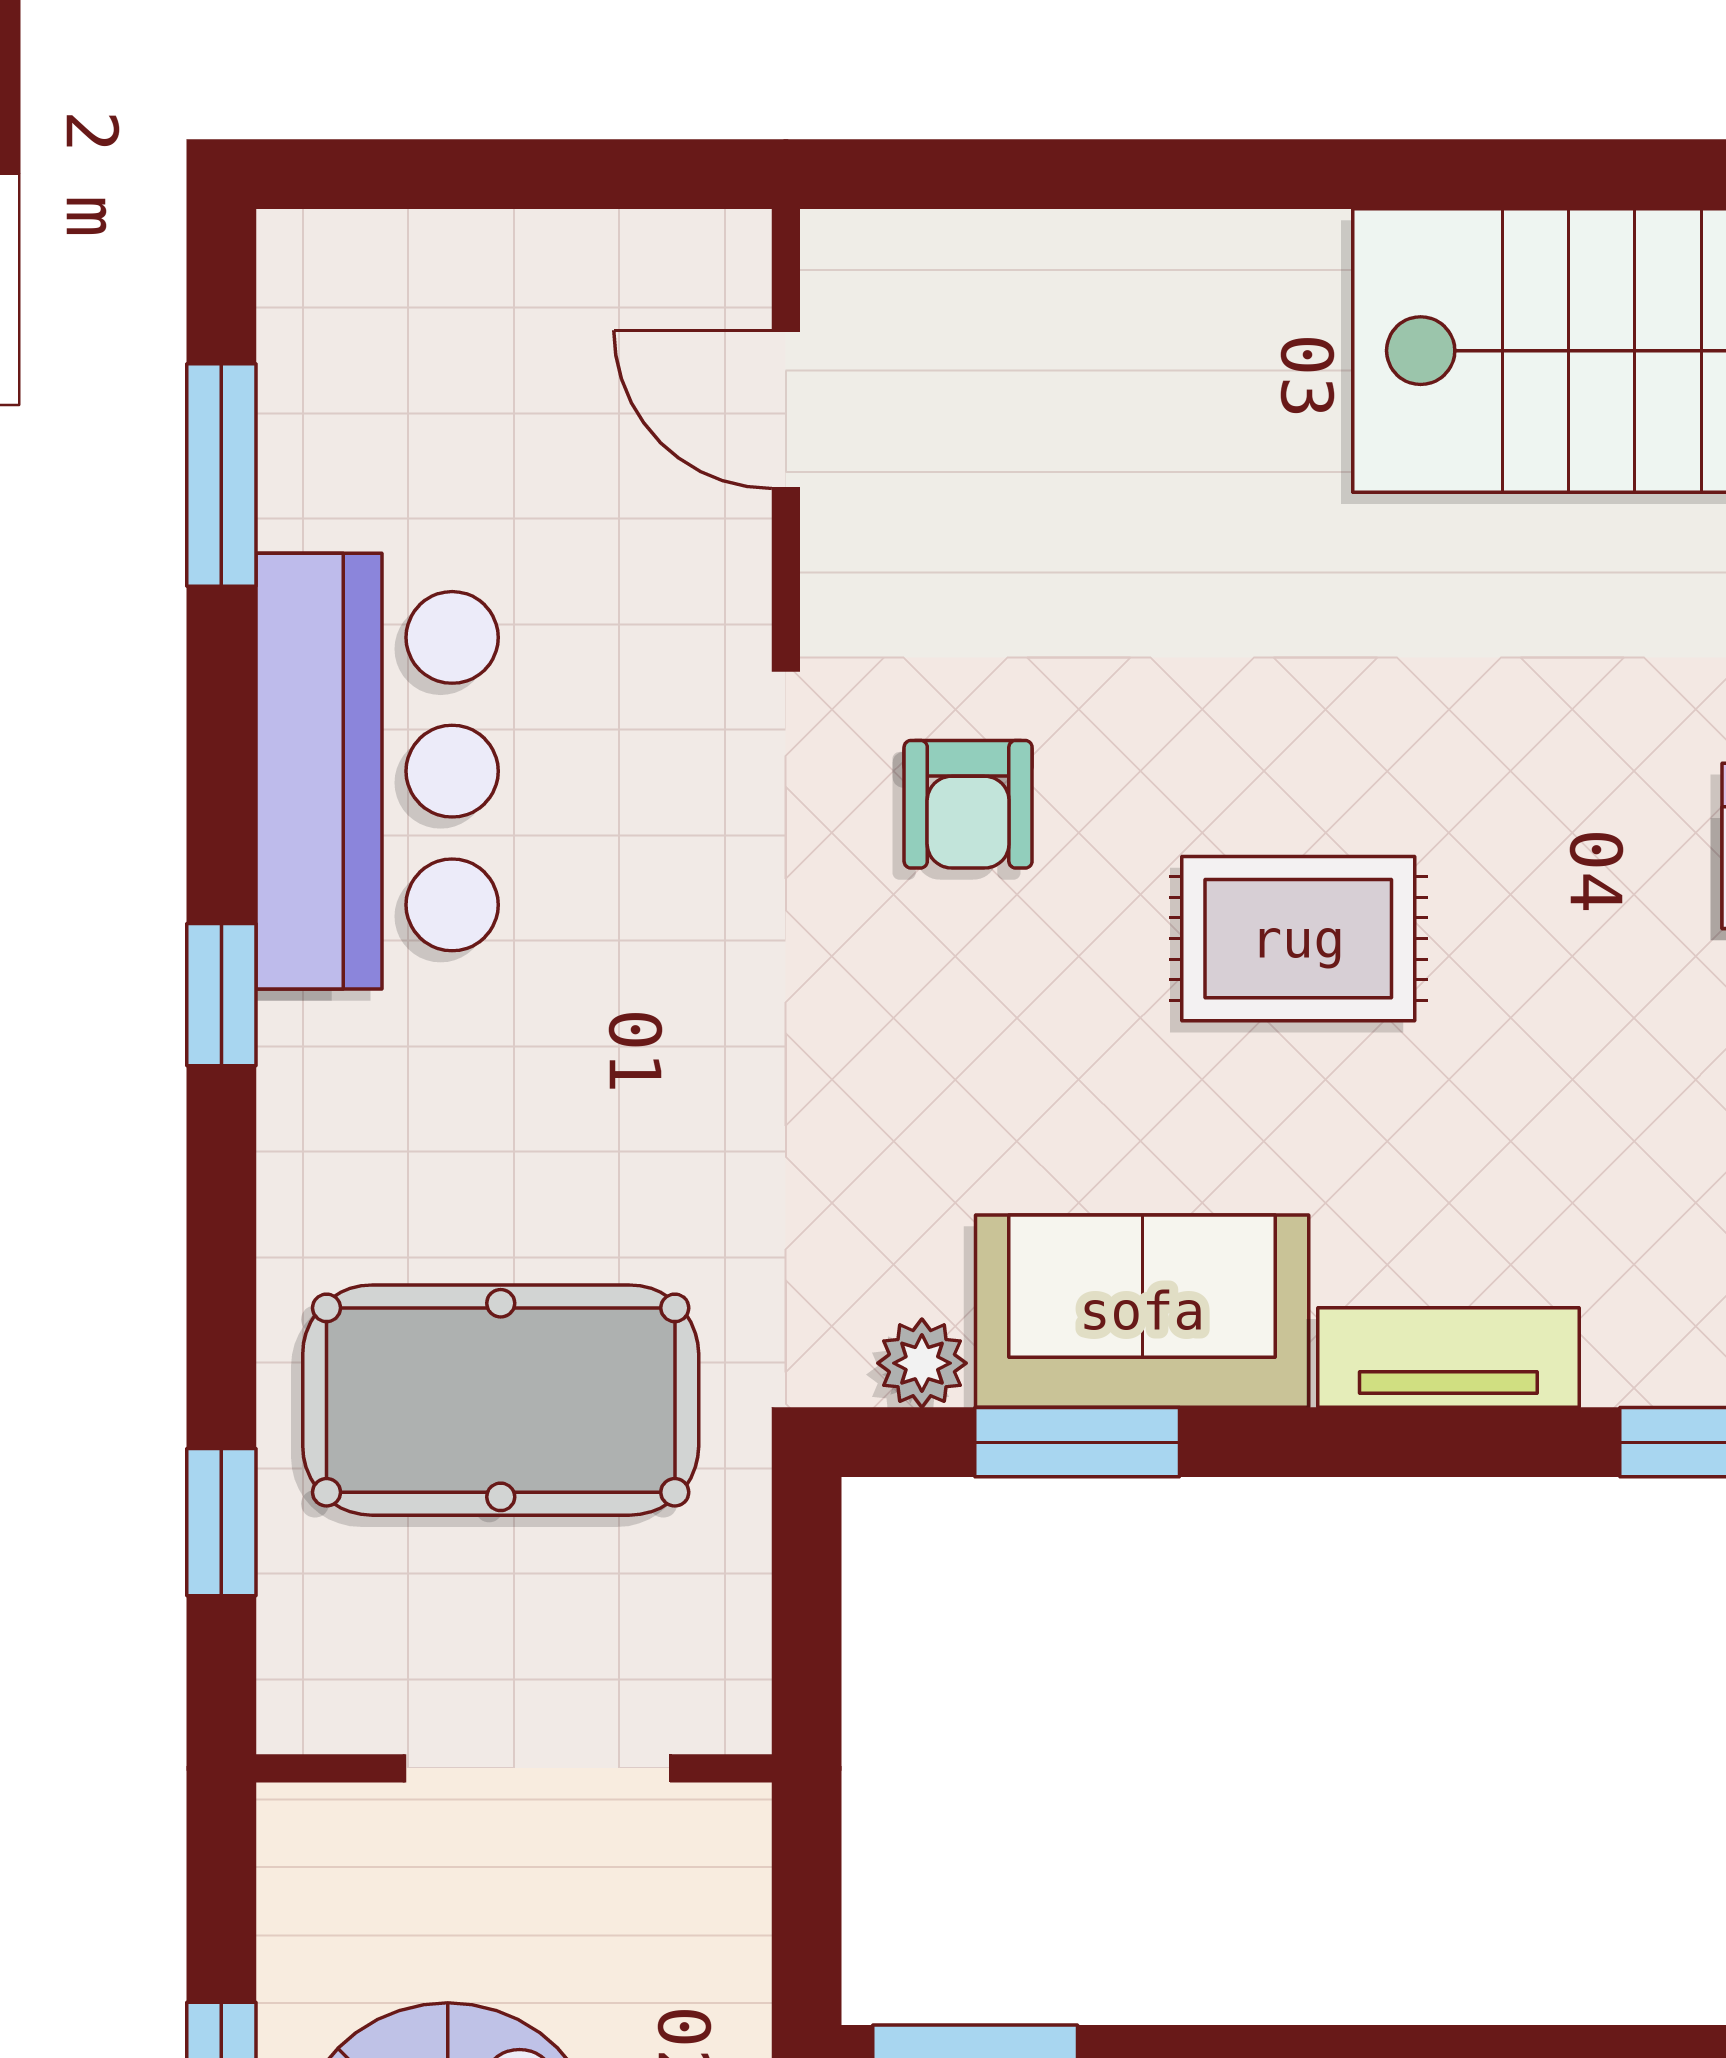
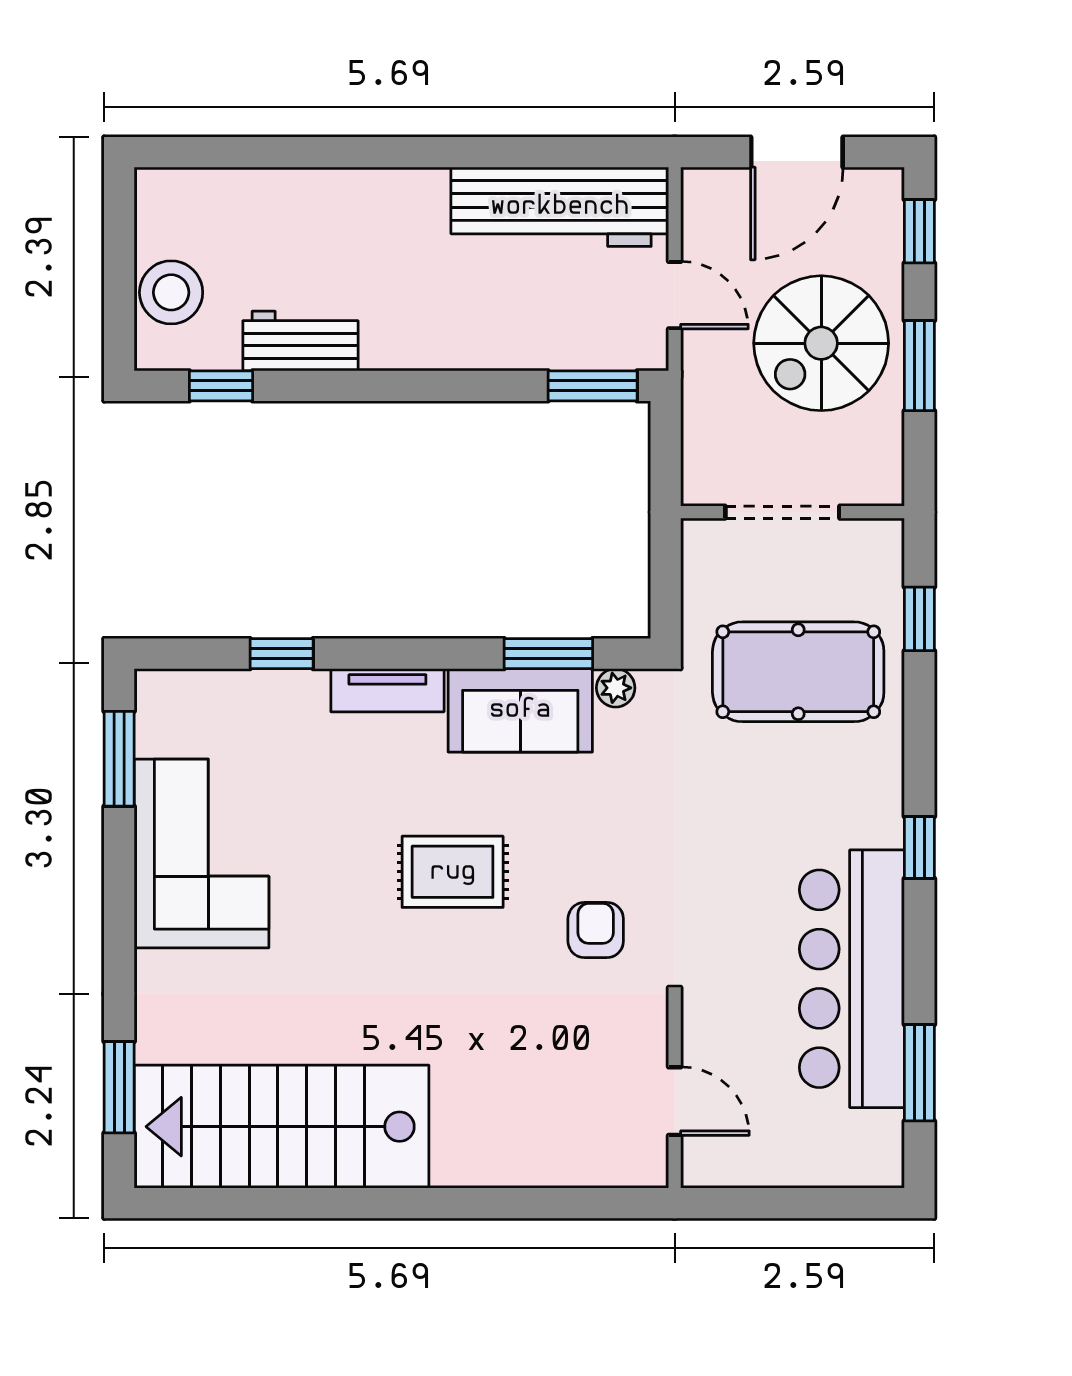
bar counter: (377, 771) -> (852, 979), width x1.36

